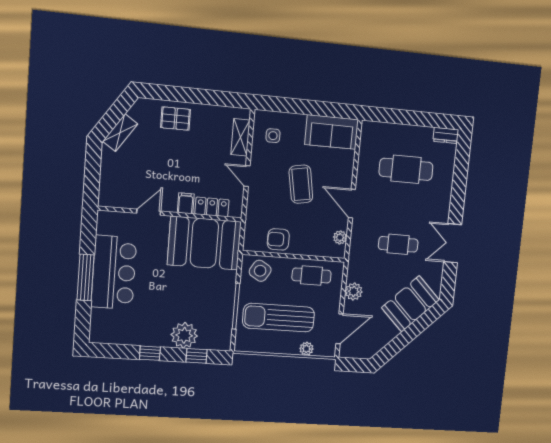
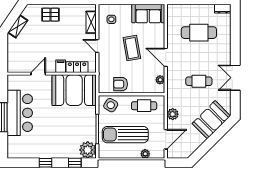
plant: (184, 335) -> (88, 150), moved

